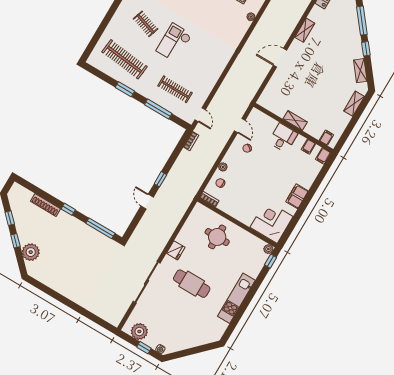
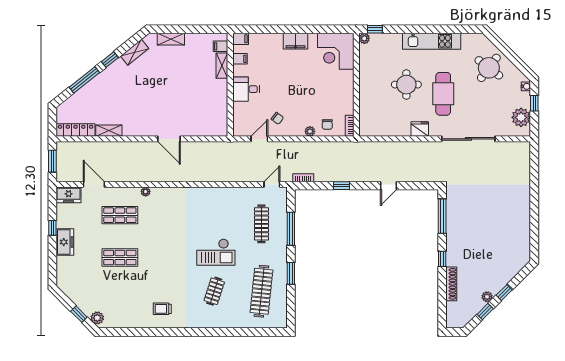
shelving: (305, 30) -> (109, 131), moved
shelving: (295, 120) -> (222, 66), moved
window: (160, 179) -> (342, 186), moved
round table: (217, 237) -> (406, 85), moved
plant: (31, 252) -> (487, 297), moved, width x0.53, depth x0.53
round table: (191, 329) -> (489, 68), added

